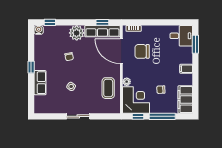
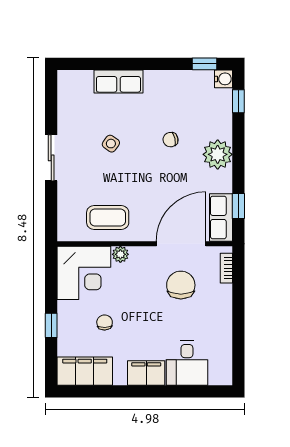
row of seats: (102, 31) -> (221, 217), width x0.68
desk: (181, 36) -> (187, 363), moved
window: (195, 44) -> (195, 391), removed
window: (31, 67) -> (205, 64), moved
filing cabinet: (186, 69) -> (146, 373), width x2.00
window: (138, 116) -> (51, 277), removed
window: (162, 116) -> (51, 325), width x0.46

